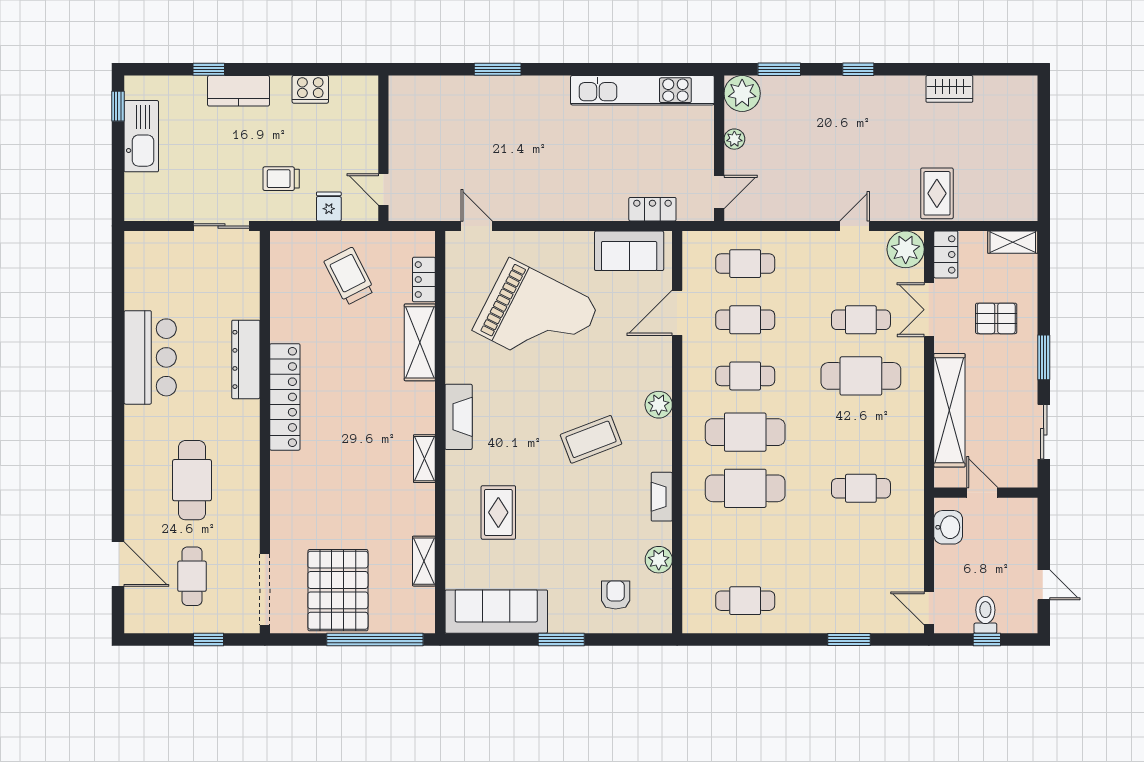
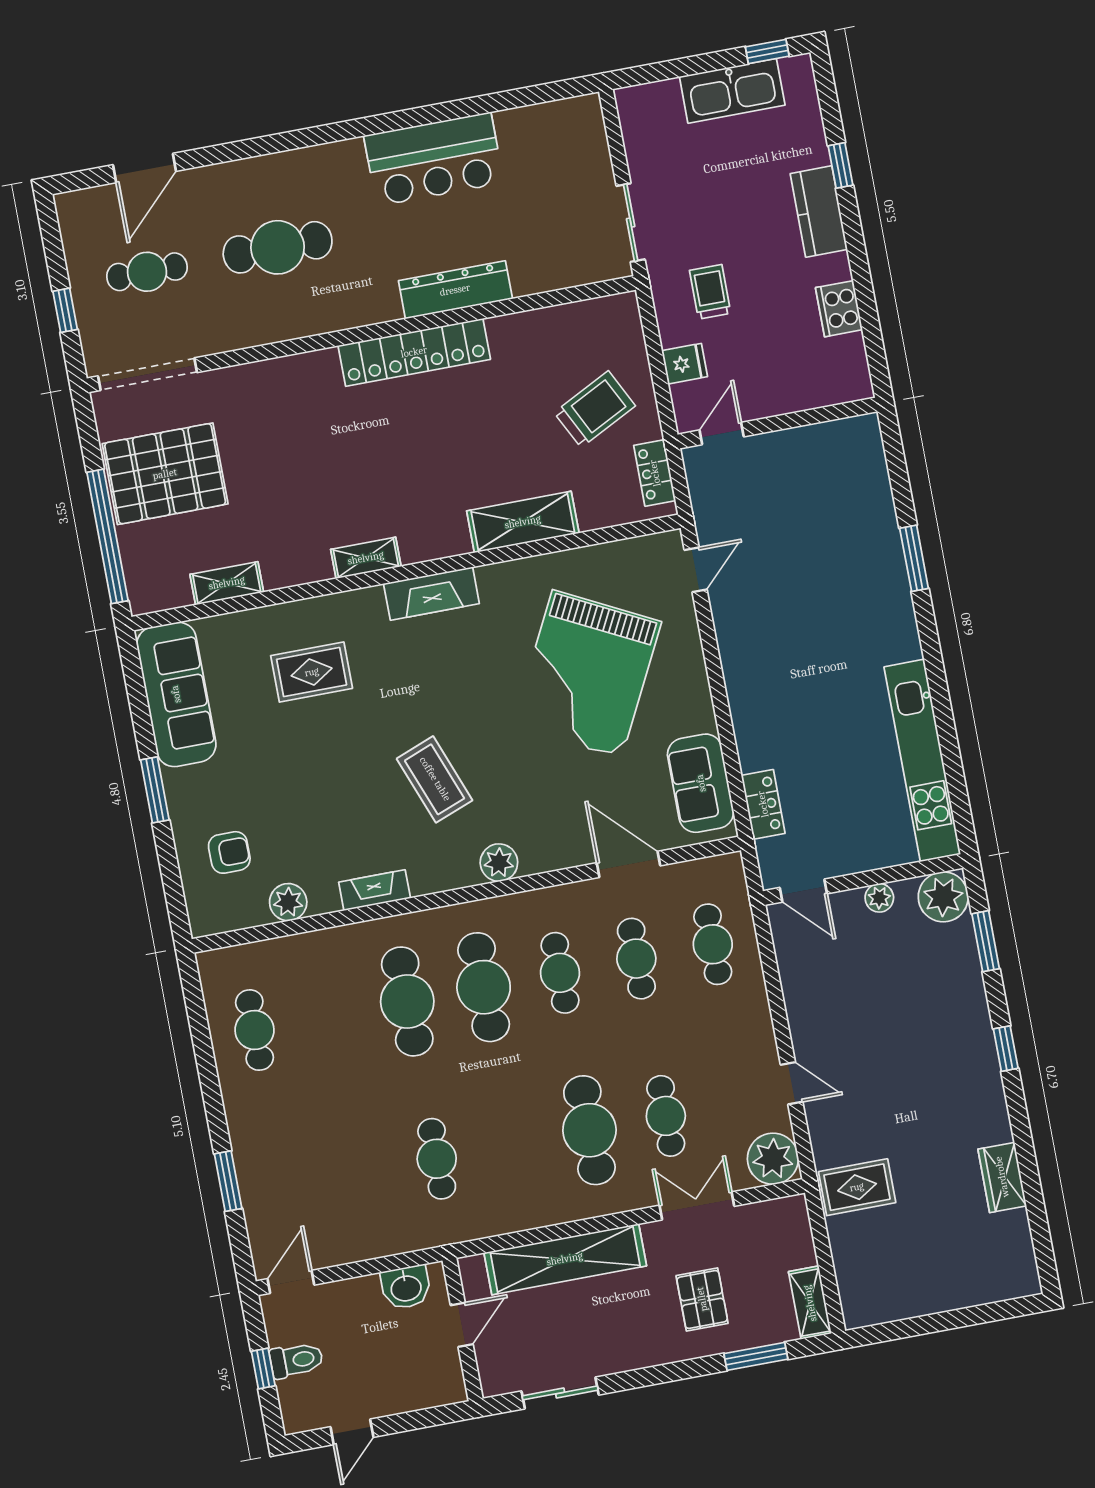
locker: (946, 254) -> (776, 1215), removed
locker: (424, 280) -> (655, 473), moved, turned -90
window: (1044, 357) -> (756, 1356), moved

